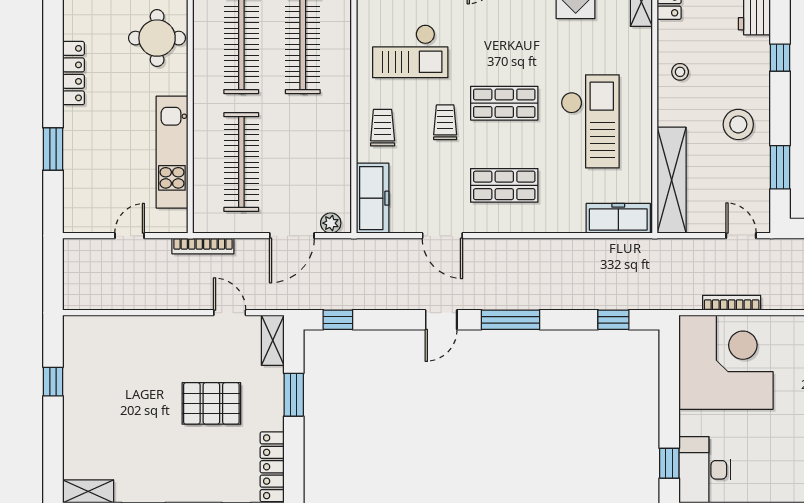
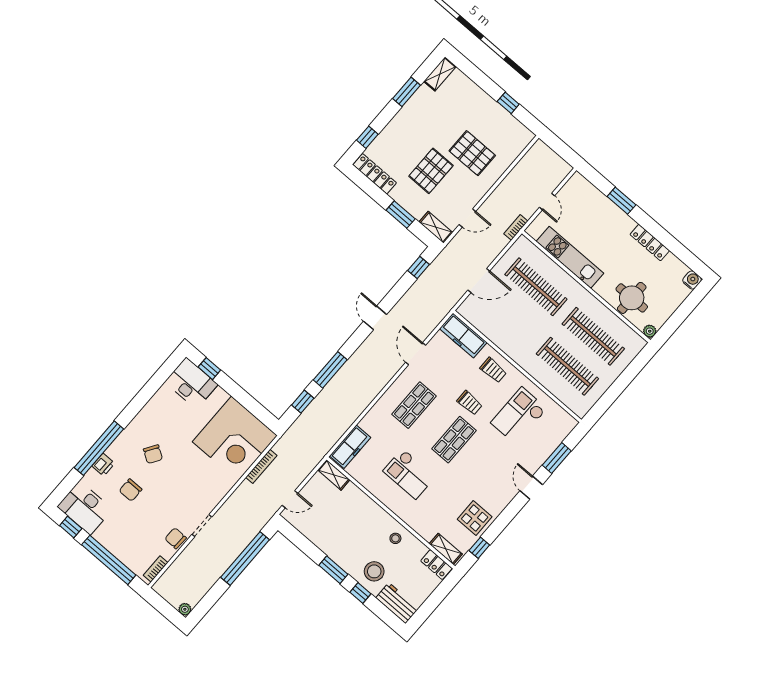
checkout: (590, 121) -> (409, 474), width x0.73, depth x0.83
stool: (738, 124) -> (374, 571), moved
window: (780, 167) -> (333, 570), moved
shelving: (672, 180) -> (334, 475), width x0.45, depth x0.75
plant: (331, 223) -> (469, 305), removed
door: (292, 236) -> (479, 281), swing flipped
door: (442, 236) -> (416, 354), hinge flipped
bookcase: (203, 246) -> (516, 227), width x0.64
window: (510, 320) -> (330, 370), moved
pallet: (149, 373) -> (472, 153), added

